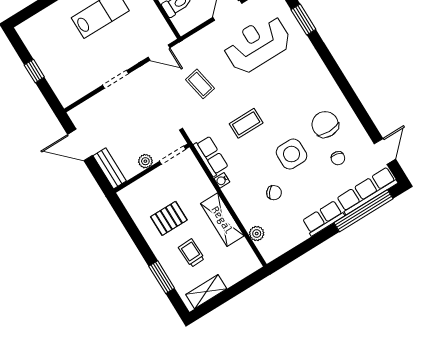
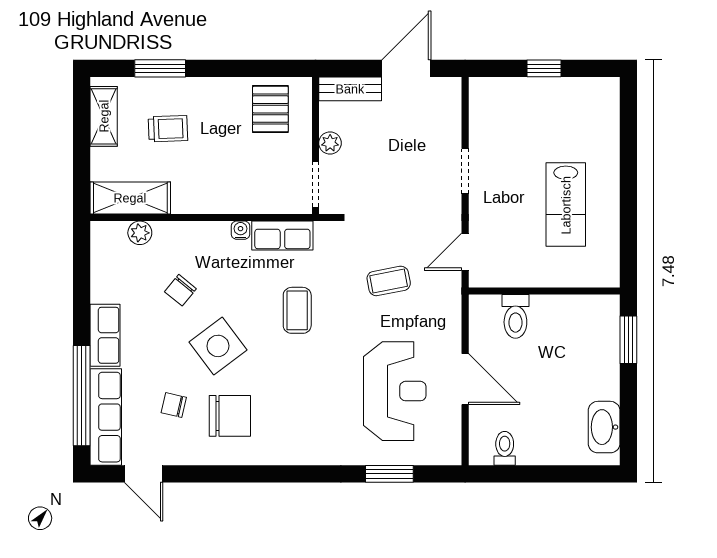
side table: (292, 154) -> (218, 346), turned -37
pallet: (169, 218) -> (270, 109), moved
shelving: (222, 220) -> (130, 198), moved

